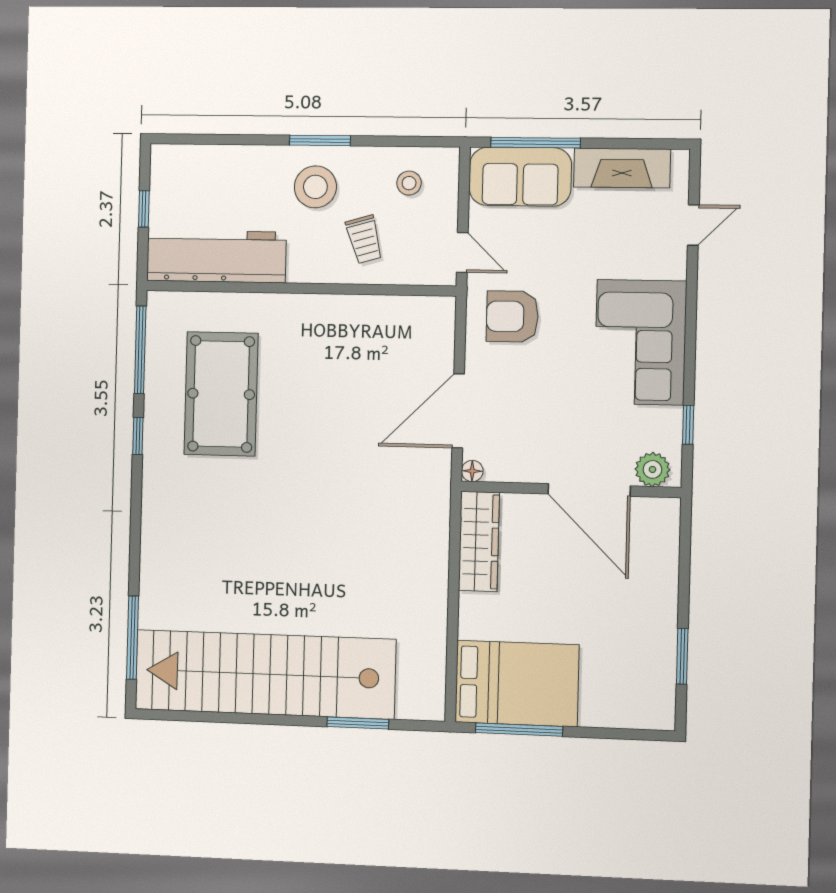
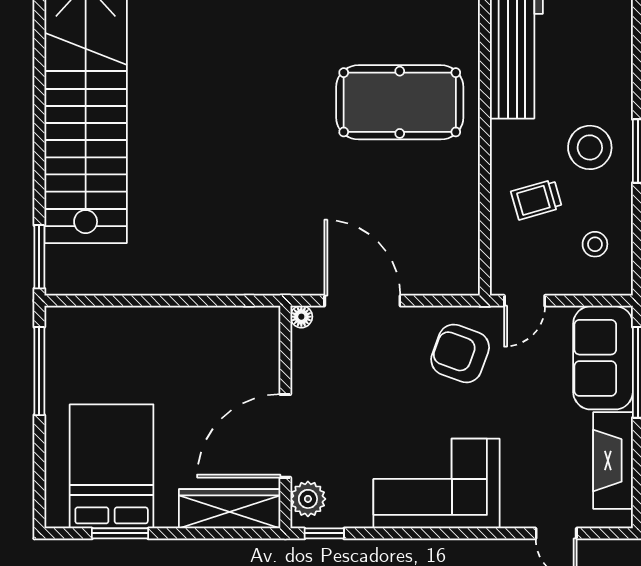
armchair: (512, 316) -> (460, 353), turned -70
pool table: (221, 394) -> (400, 102), moved
window: (688, 425) -> (324, 533), moved
wardrobe: (479, 541) -> (230, 509), moved, turned 180
bed: (517, 683) -> (112, 466), moved, turned 180
window: (358, 723) -> (39, 257), moved

